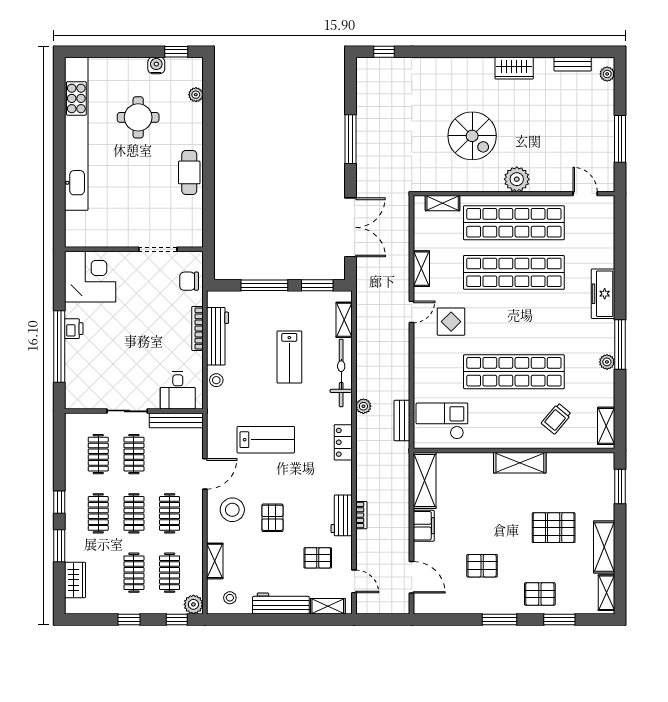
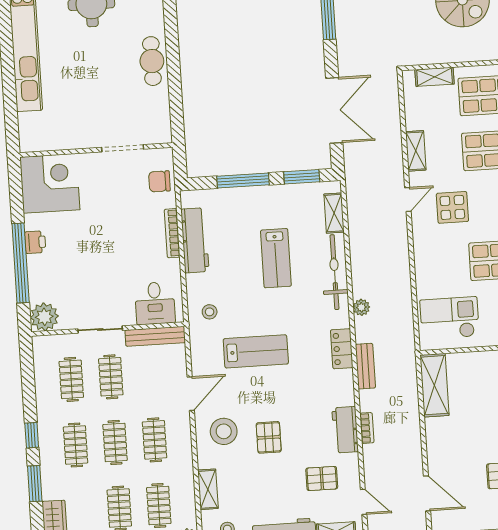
stool: (216, 380) -> (210, 312), moved
plant: (78, 396) -> (44, 317), added
bench: (402, 420) -> (365, 366), moved
filing cabinet: (424, 526) -> (437, 435), removed

